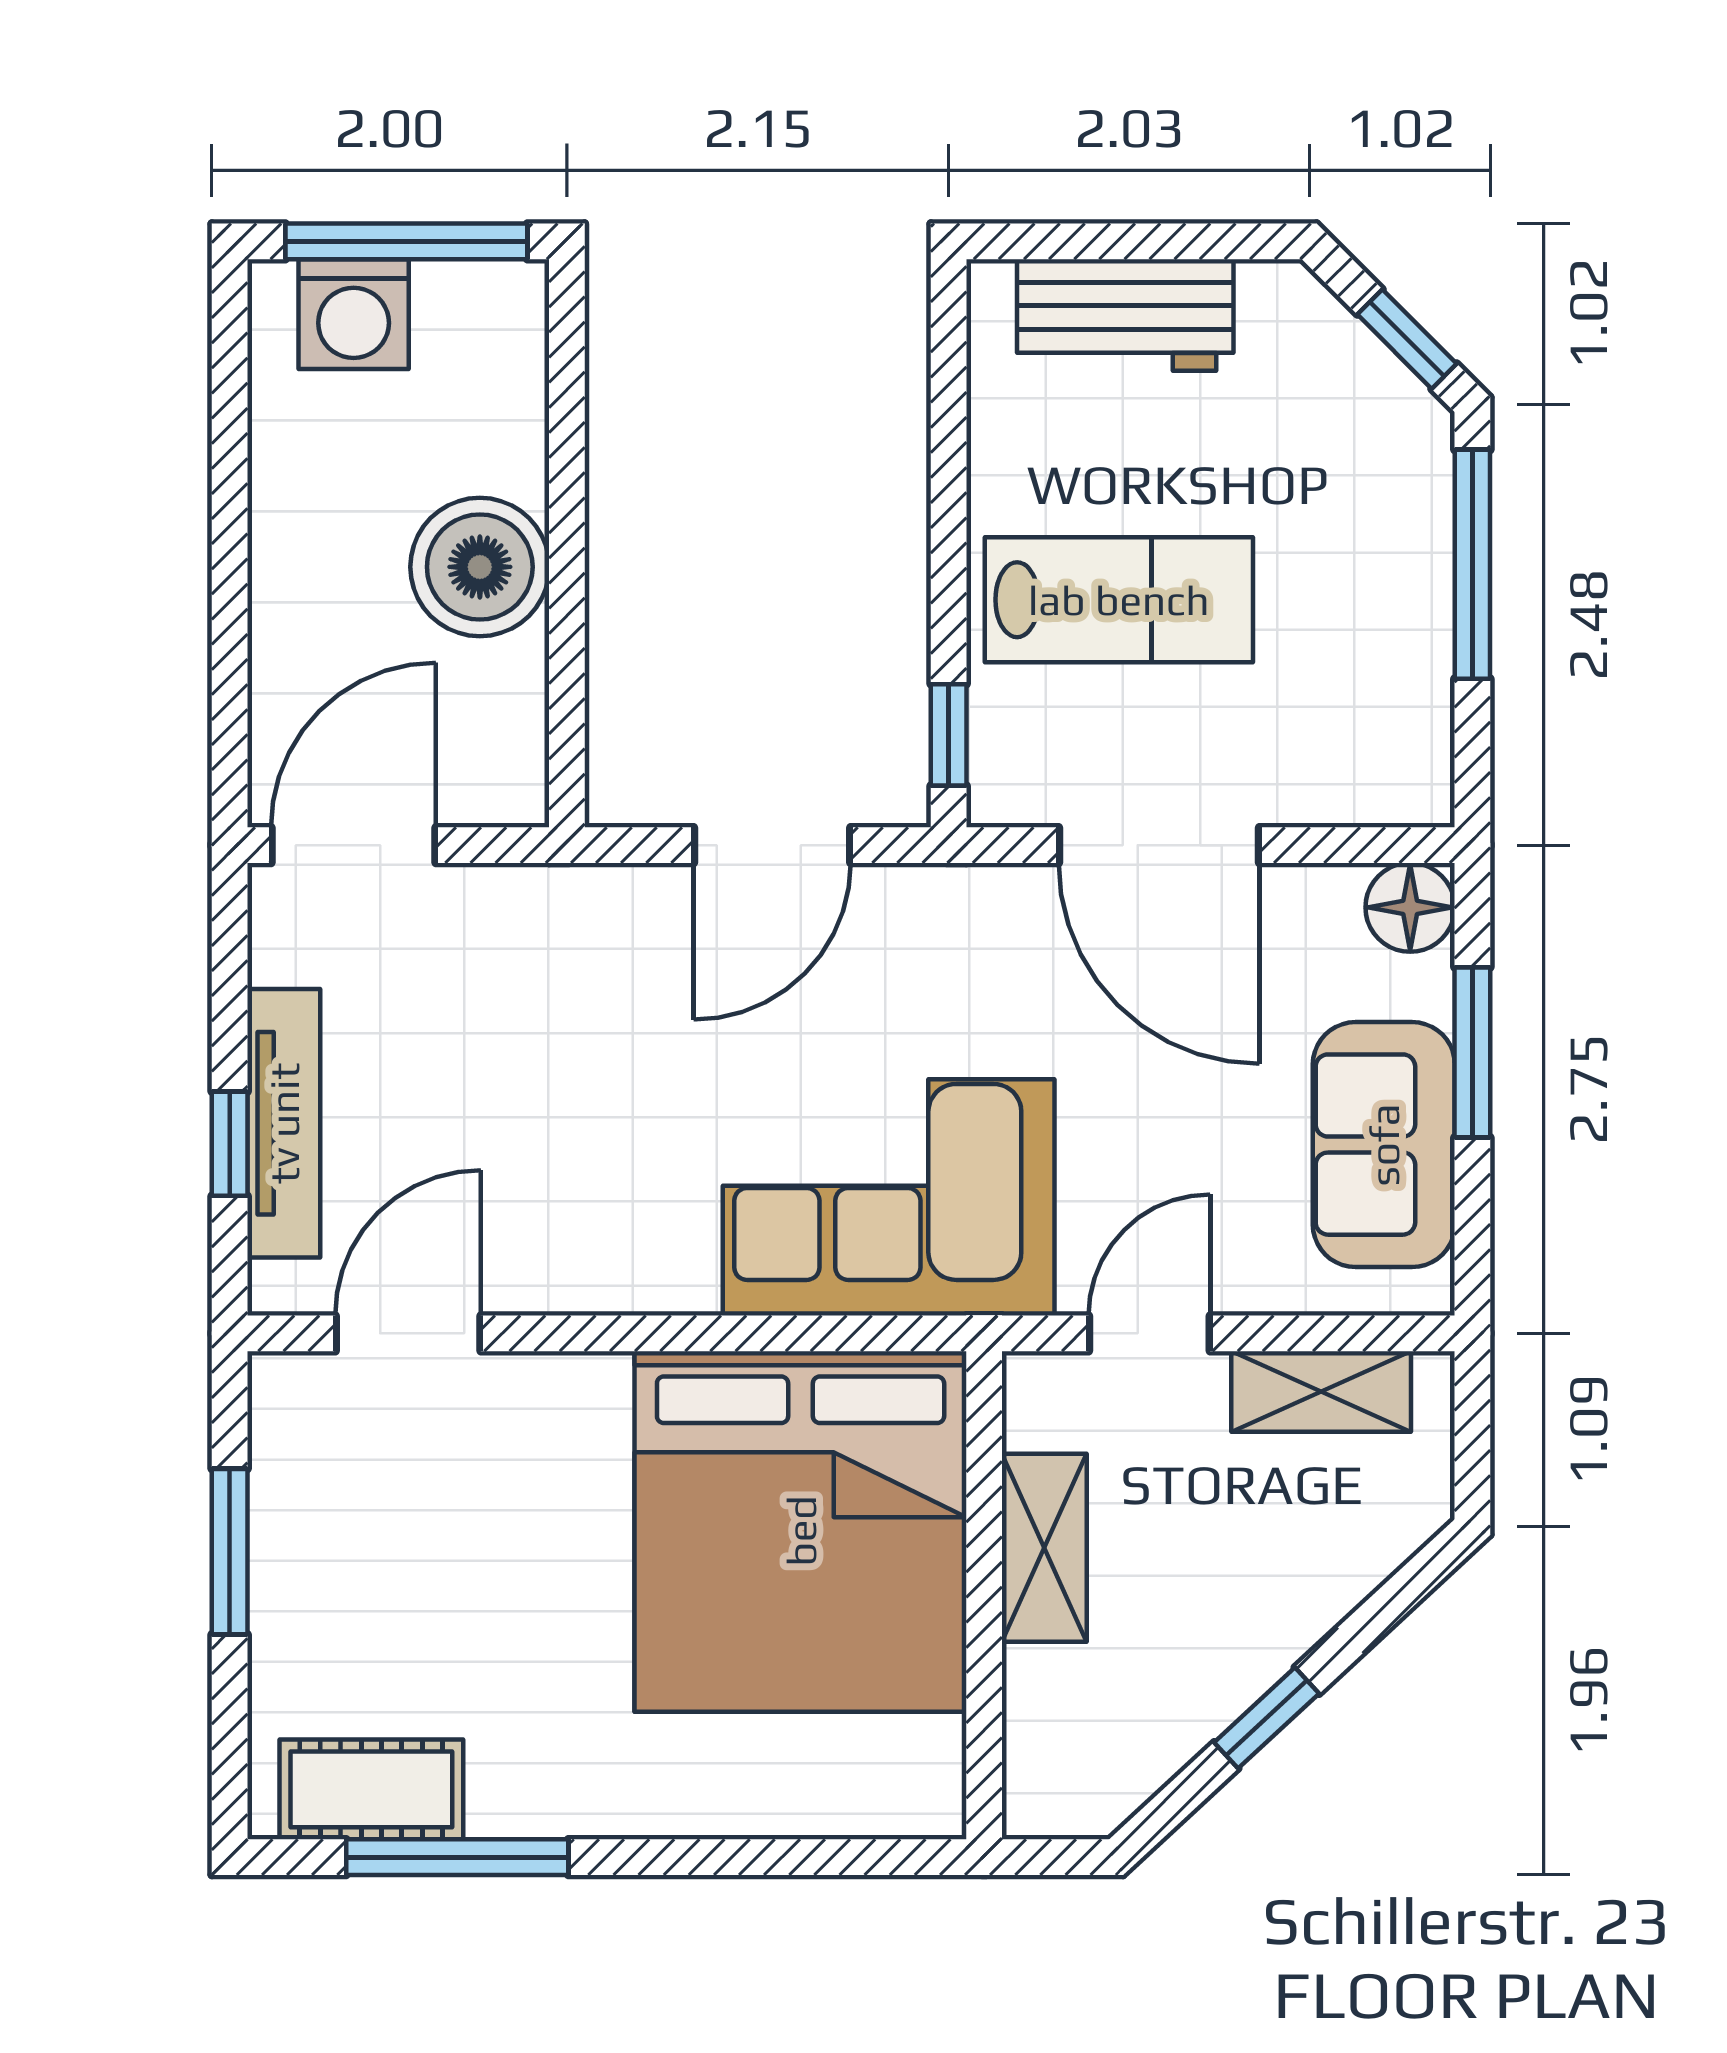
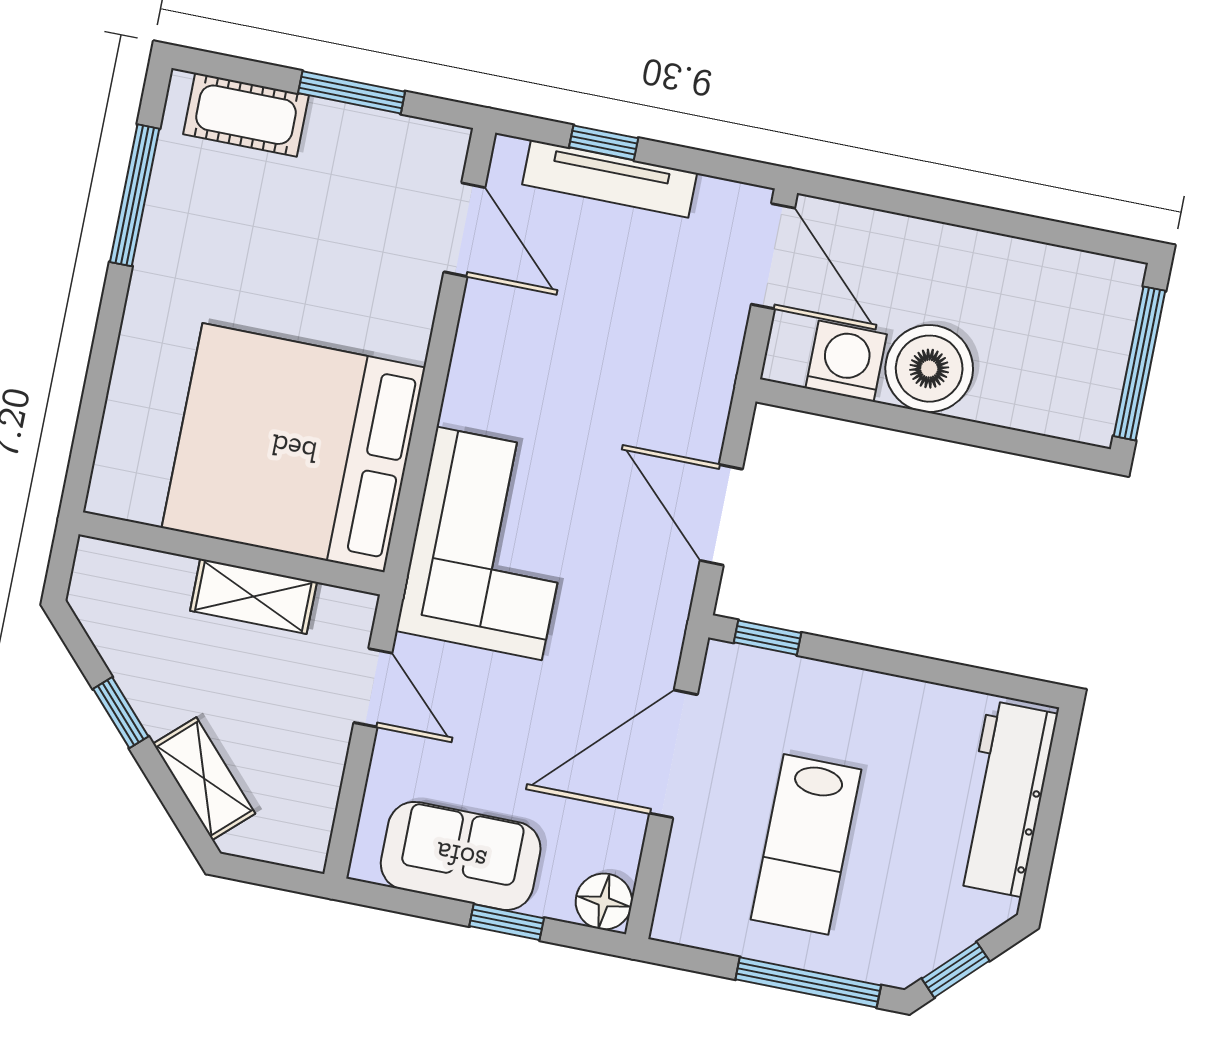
washing machine: (354, 314) -> (846, 361), moved, turned 90
workbench: (1125, 315) -> (1005, 799), width x1.37
lab bench: (1119, 600) -> (806, 844), moved
window: (1472, 1052) -> (507, 922), width x0.67
shelving: (1321, 1391) -> (204, 779), moved, turned -43
cot: (371, 1789) -> (246, 115), moved, turned 90

